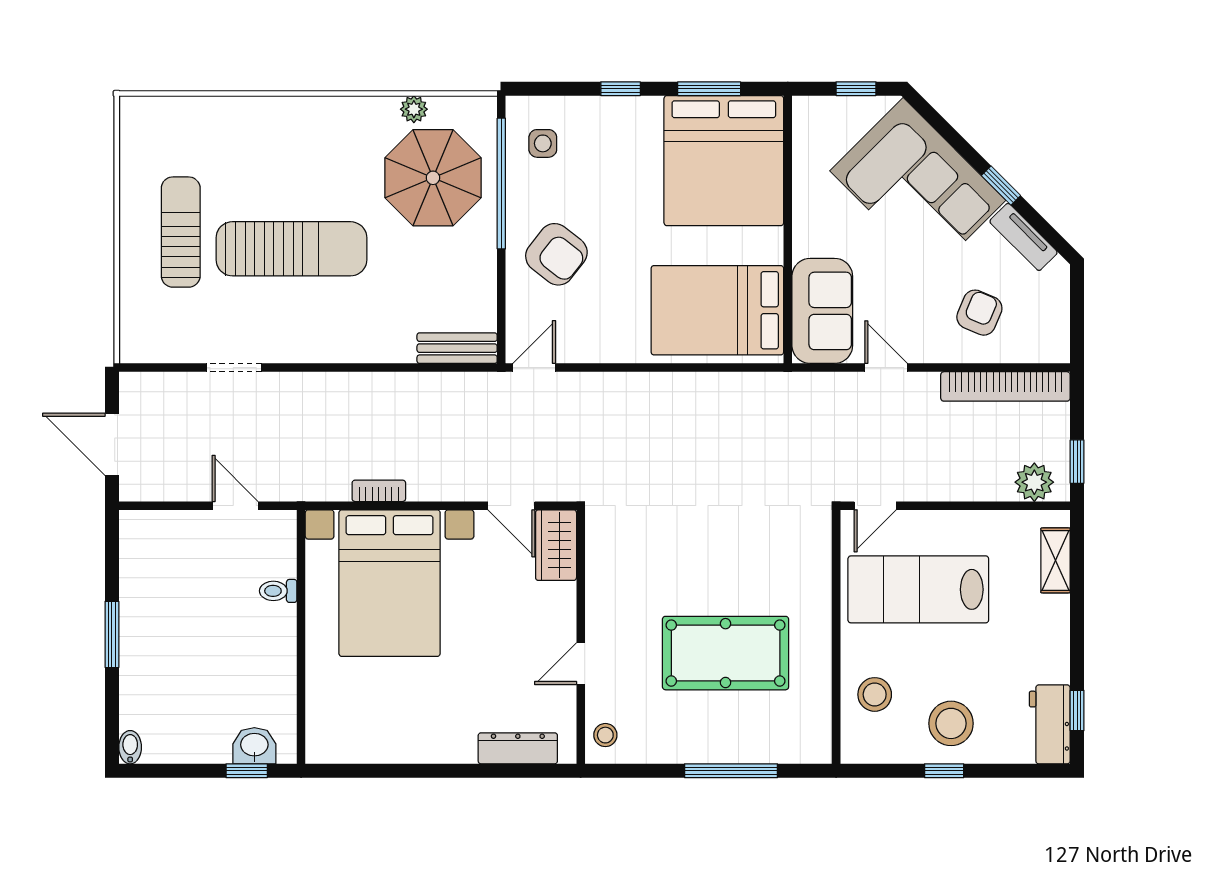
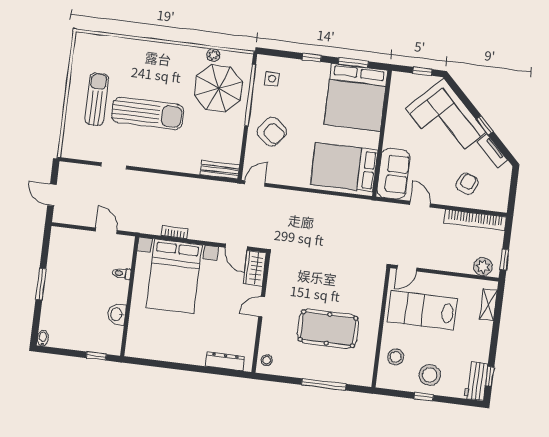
door: (112, 444) -> (52, 195), width x0.73
door: (581, 664) -> (262, 307), moved
washbasin: (254, 746) -> (117, 314), moved, turned -90

